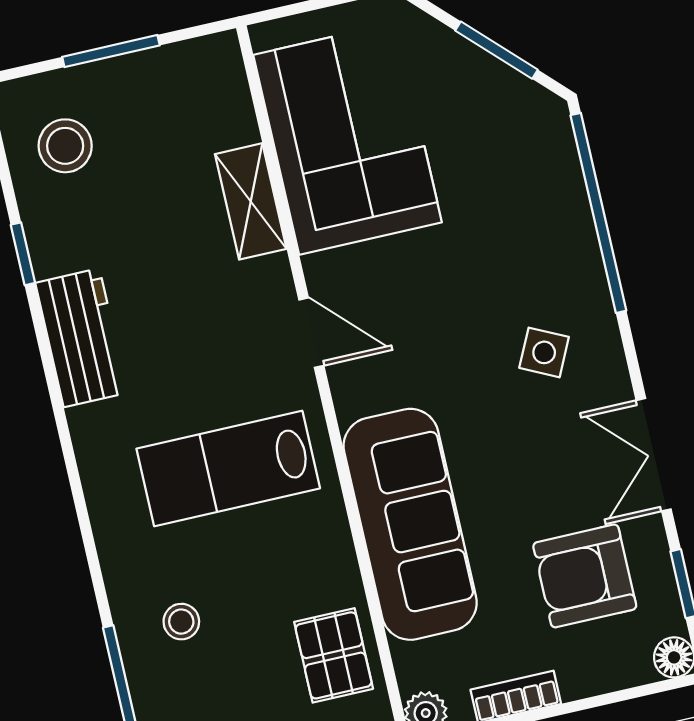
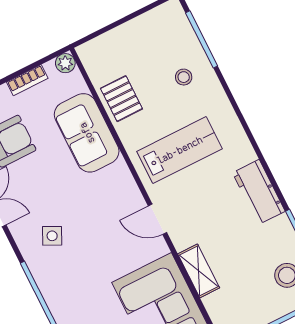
sofa: (410, 524) -> (87, 133), width x0.73
pallet: (334, 655) -> (121, 99), moved

